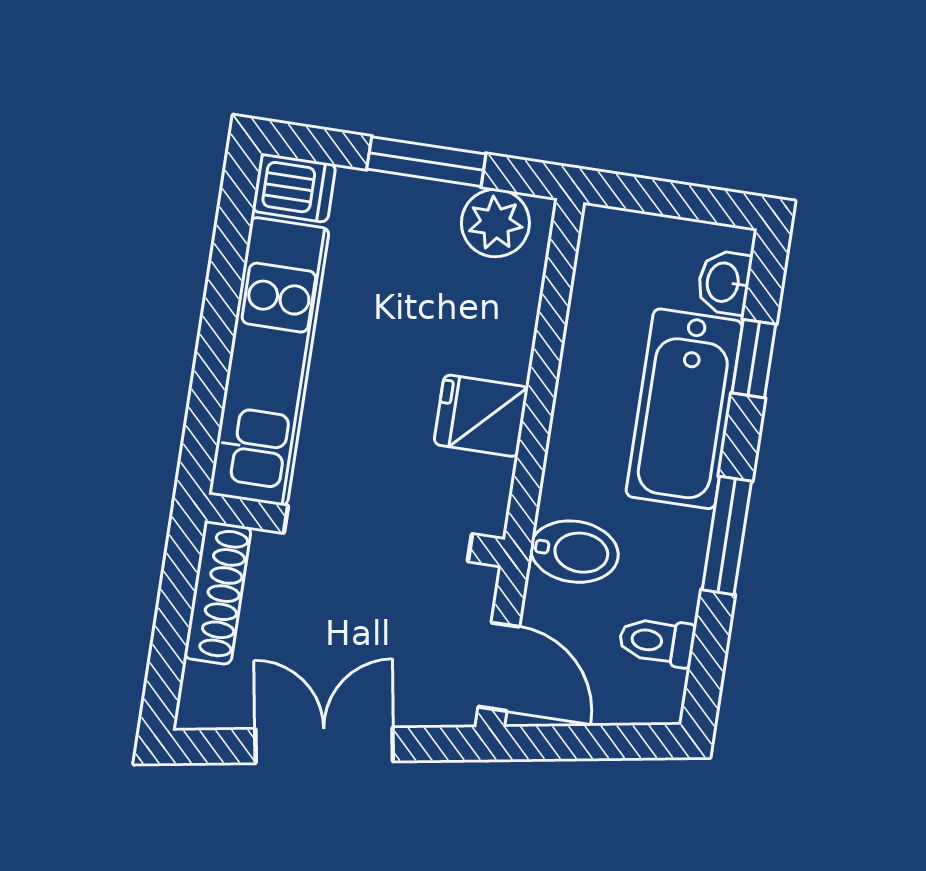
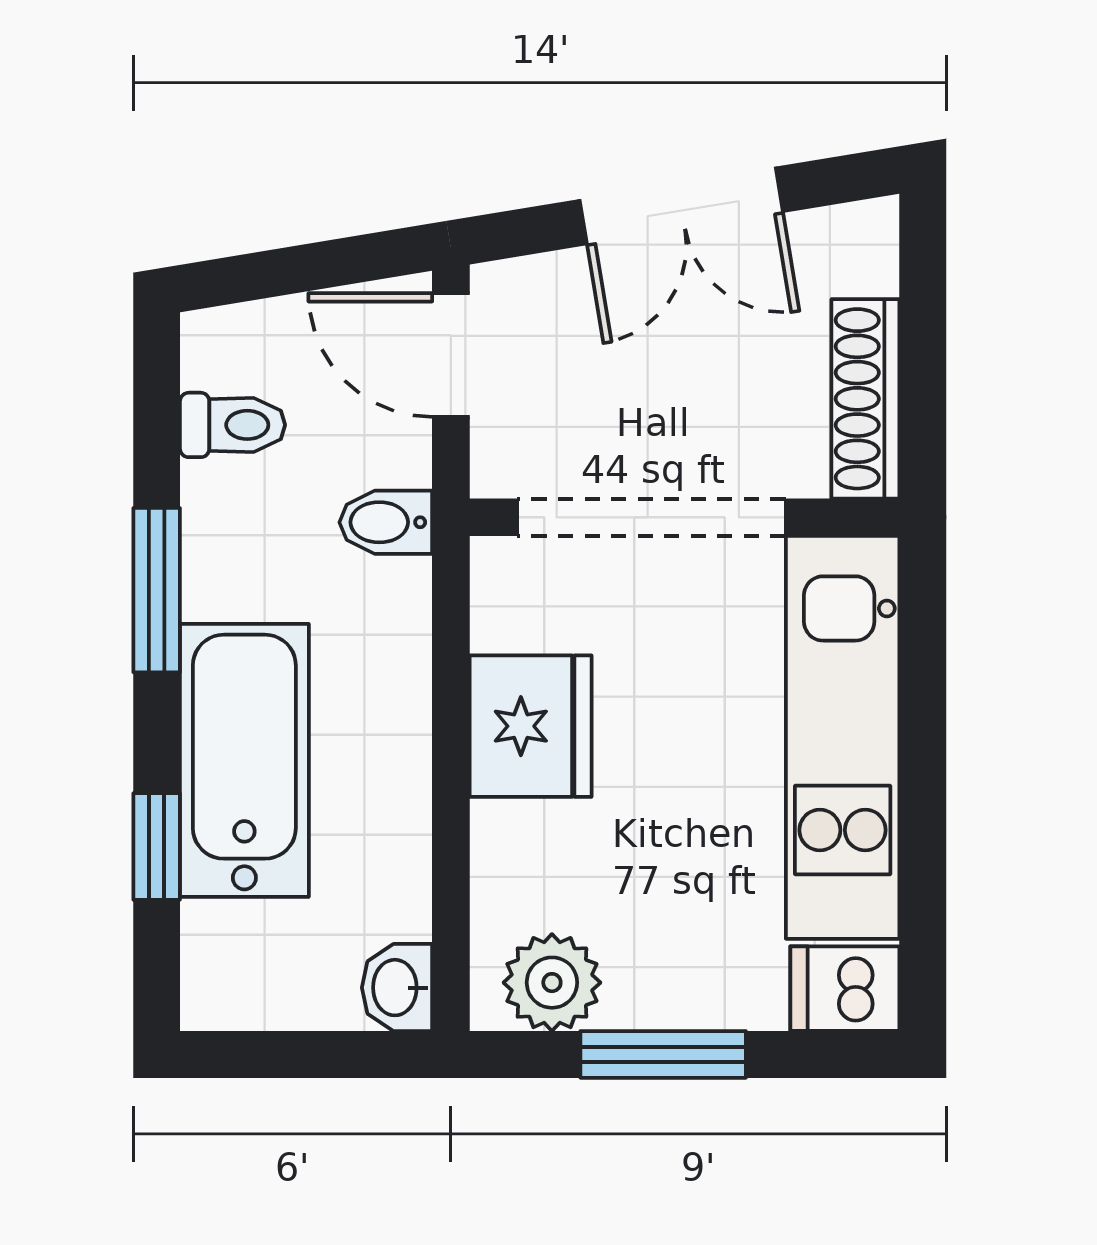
washbasin: (724, 282) -> (397, 988), moved, turned 180
fridge: (481, 416) -> (531, 726), width x1.38
bidet: (574, 552) -> (386, 522), width x0.72, depth x0.74

